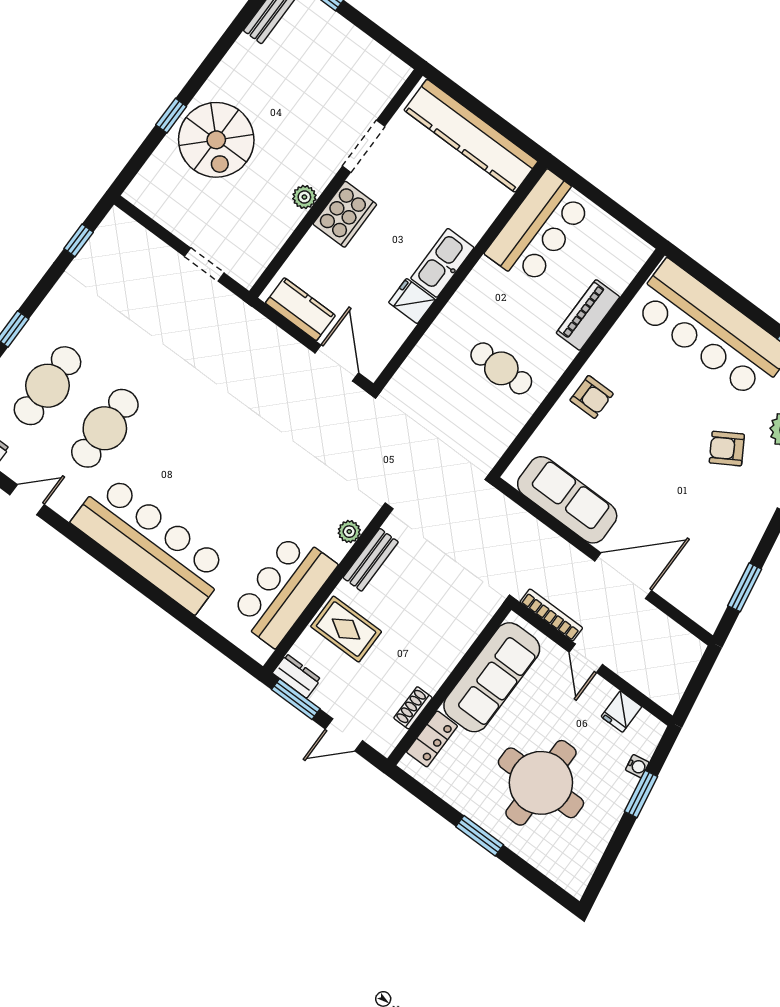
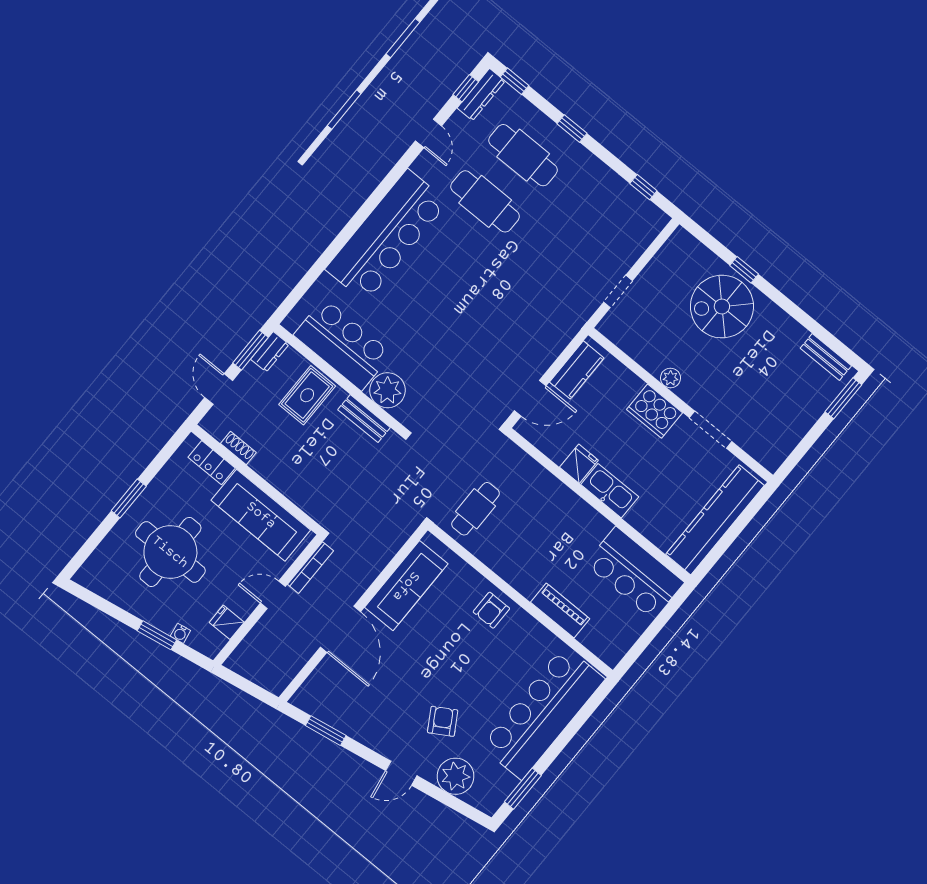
cafe table: (501, 368) -> (476, 509), moved
plant: (349, 532) -> (387, 390), width x1.87, depth x1.87

